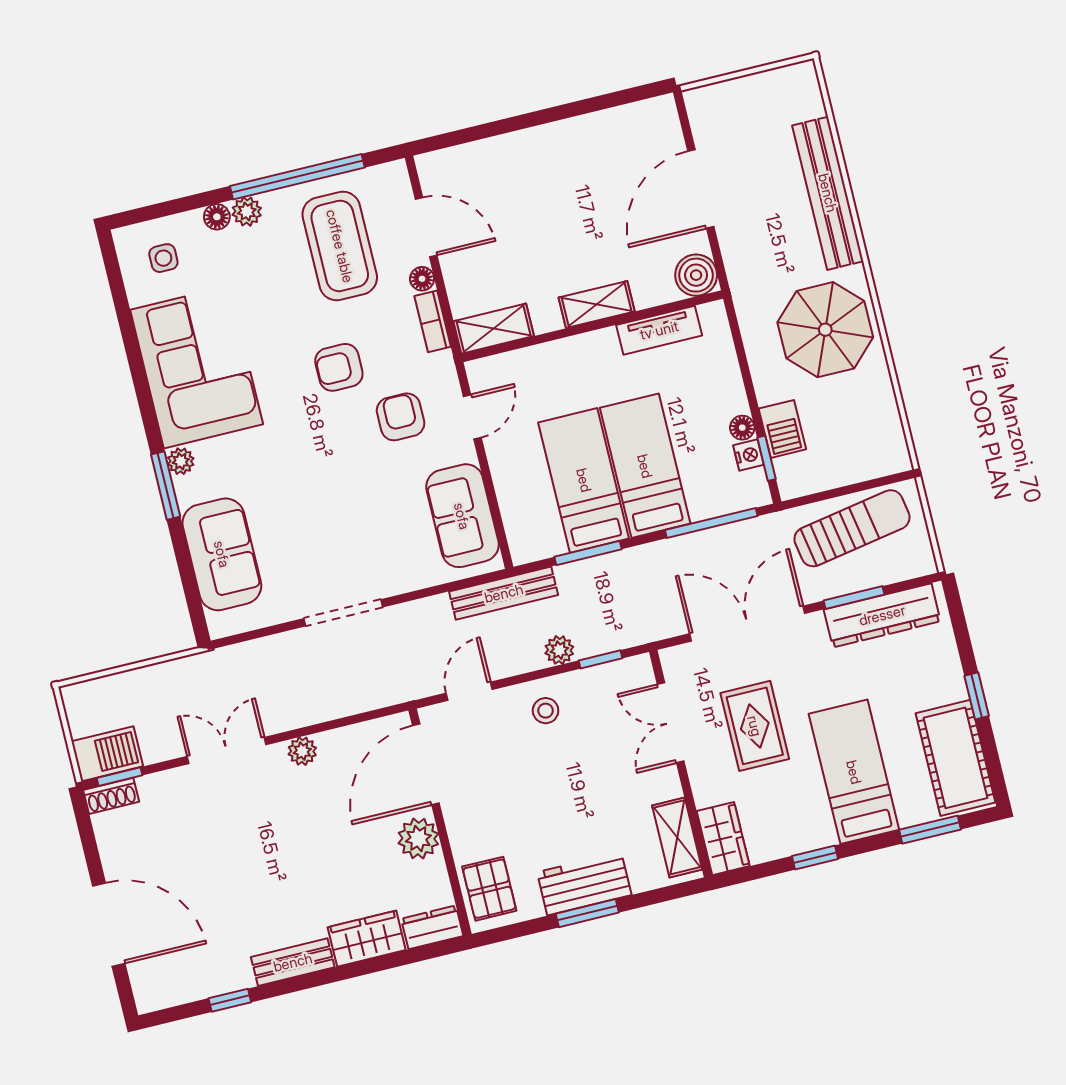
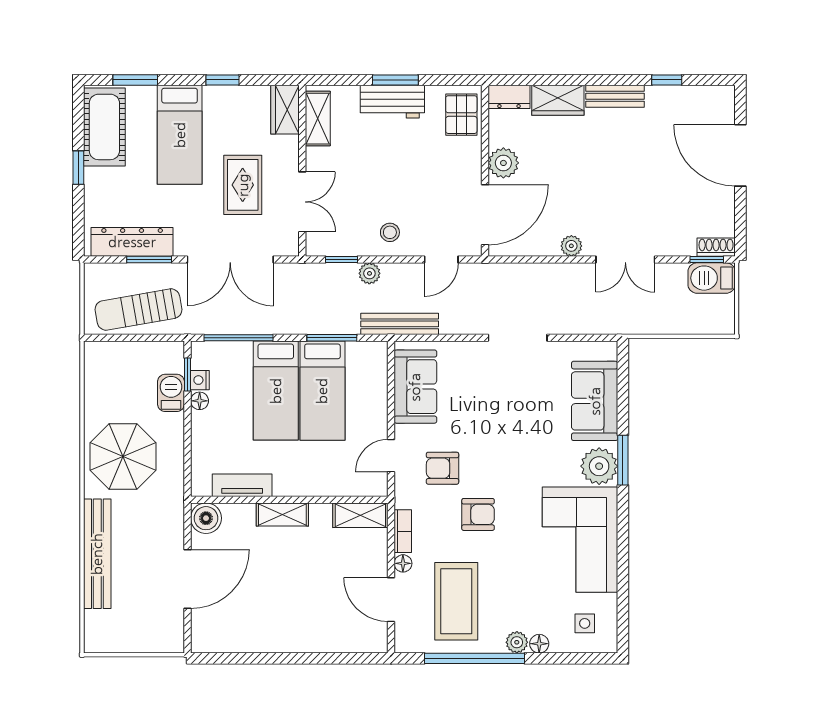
armchair: (401, 417) -> (443, 468), turned 90
plant: (181, 461) -> (599, 466), width x1.87, depth x1.87

